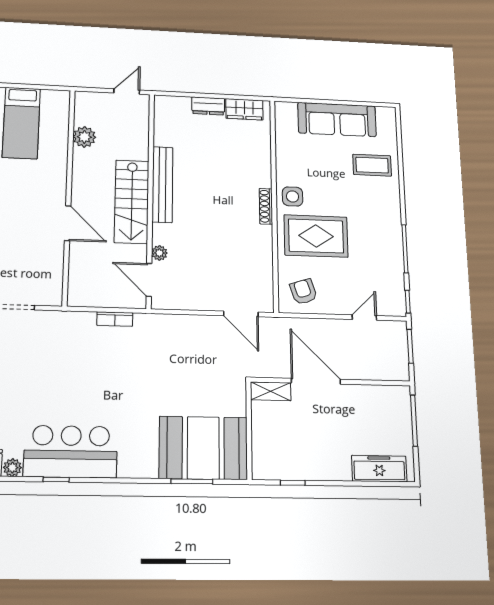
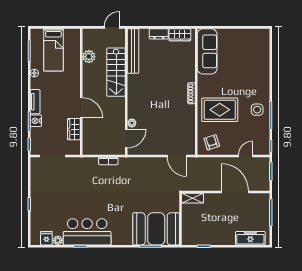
sofa: (337, 119) -> (207, 51), moved, turned -90
coffee table: (372, 165) -> (254, 66), removed
bench: (162, 184) -> (133, 51), moved
side table: (293, 196) -> (257, 110), moved
stairs: (132, 202) -> (116, 72), moved
wardrobe: (52, 260) -> (74, 129), added
door: (149, 280) -> (126, 138), swing flipped
door: (316, 381) -> (235, 192), moved

